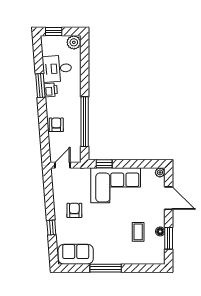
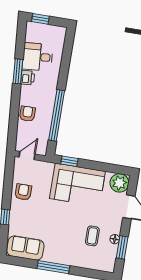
plant: (74, 42) -> (59, 33), removed
plant: (160, 172) -> (119, 183), width x1.88, depth x1.88
armchair: (74, 210) -> (23, 192), moved

